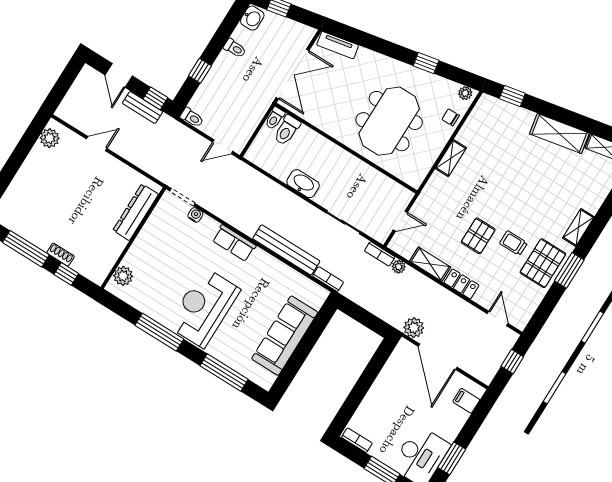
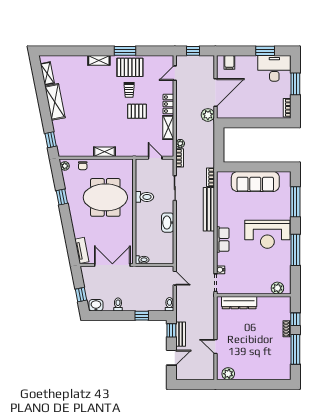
toilet: (287, 130) -> (144, 197), moved

